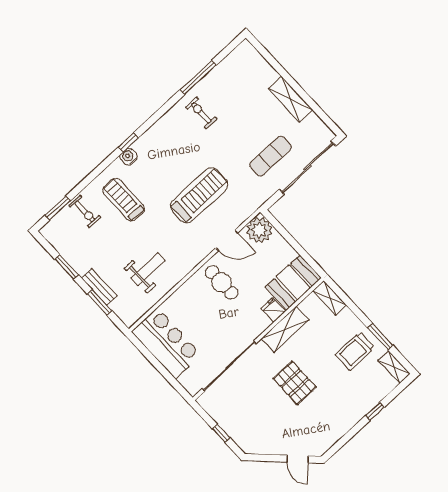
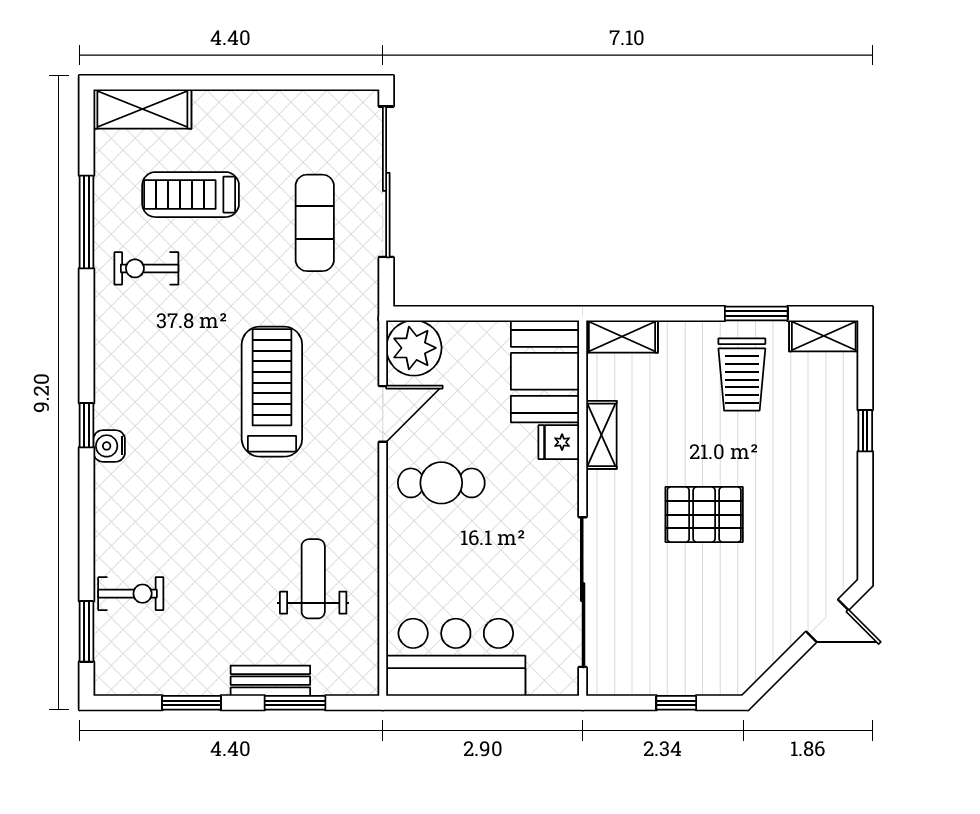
shelving: (291, 99) -> (142, 109), moved
treadmill: (124, 200) -> (191, 195), moved
shelving: (285, 329) -> (601, 435), width x0.67, depth x0.75

